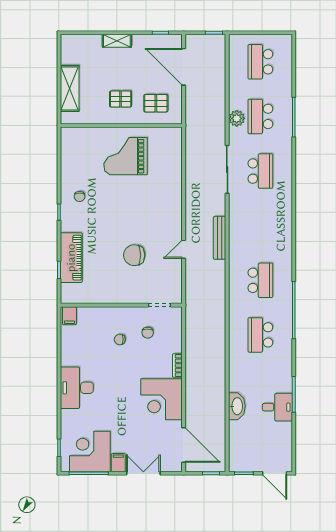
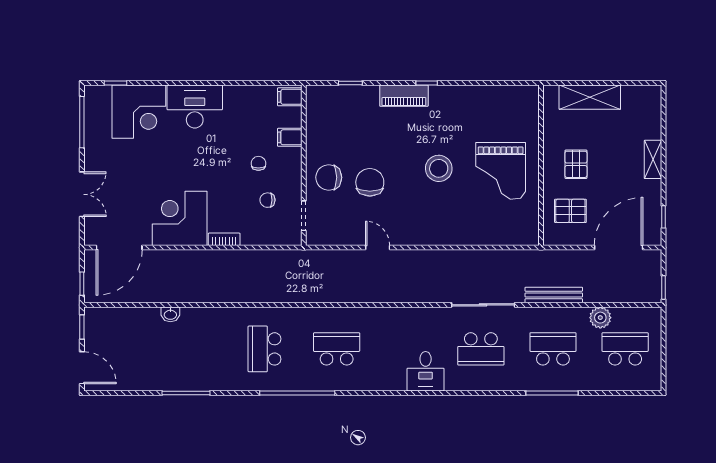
pallet: (156, 103) -> (570, 211), turned 90
plant: (237, 118) -> (600, 318), moved
grand piano: (126, 156) -> (501, 171), turned 180
chair: (80, 196) -> (329, 177), moved, width x1.87, depth x1.87
stool: (124, 203) -> (439, 168), added
bench: (220, 238) -> (554, 295), moved
piano: (71, 258) -> (404, 96), moved, width x0.73, depth x0.75
school desk: (260, 280) -> (337, 349), turned 180
school desk: (260, 335) -> (264, 349), turned -90
washbasin: (237, 406) -> (170, 314), width x0.52, depth x0.69
desk: (277, 407) -> (426, 371), moved
corner desk: (90, 452) -> (139, 112), moved, turned 90
filing cabinet: (118, 463) -> (290, 137), moved, turned 180
door: (275, 473) -> (82, 368), swing flipped

